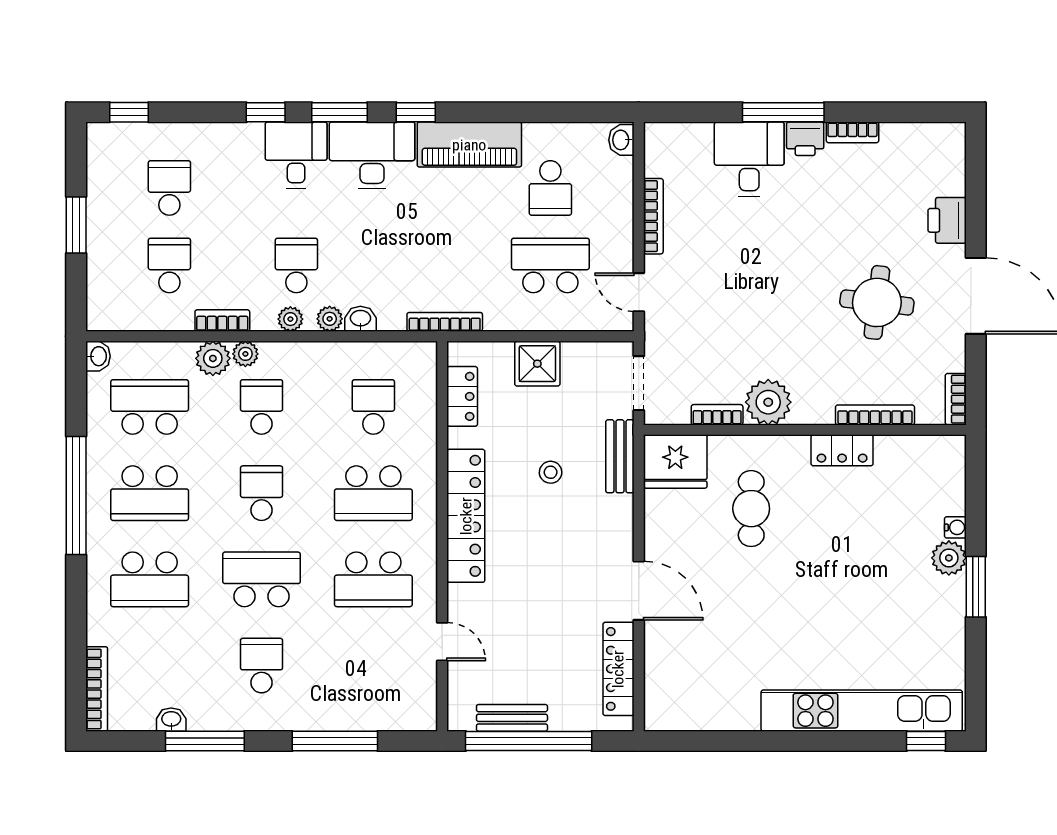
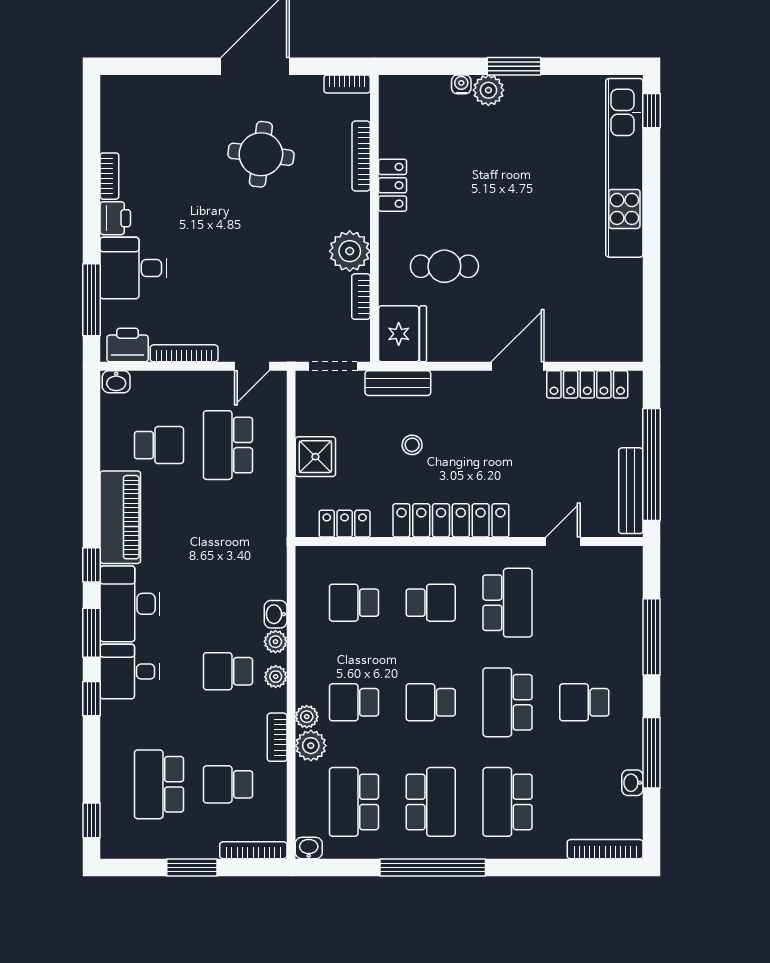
window: (783, 112) -> (91, 300), moved
school desk: (169, 188) -> (159, 784), width x1.85
printer: (947, 220) -> (128, 345), moved, turned 180
bookcase: (445, 322) -> (253, 850), moved, turned 90
school desk: (373, 493) -> (431, 603), width x0.54
school desk: (150, 579) -> (508, 802), turned 180
bench: (512, 718) -> (631, 491), width x1.36

